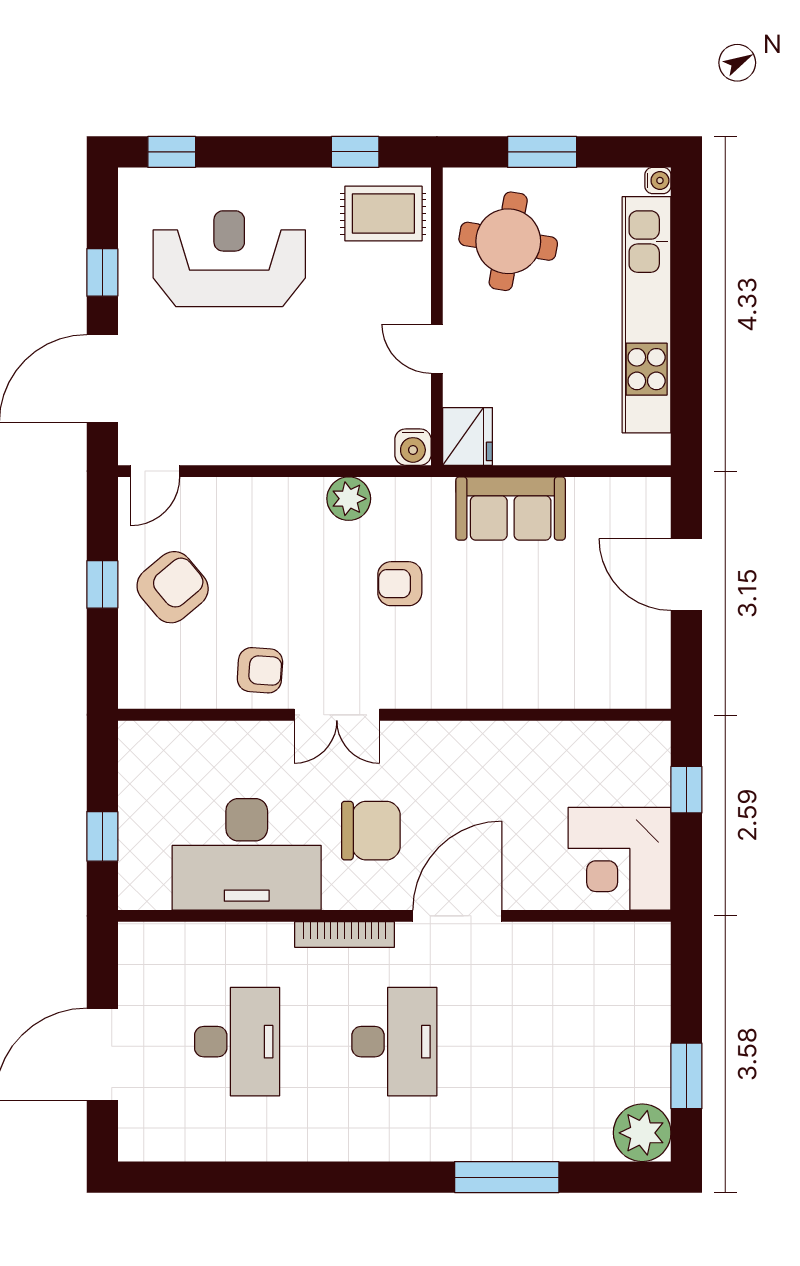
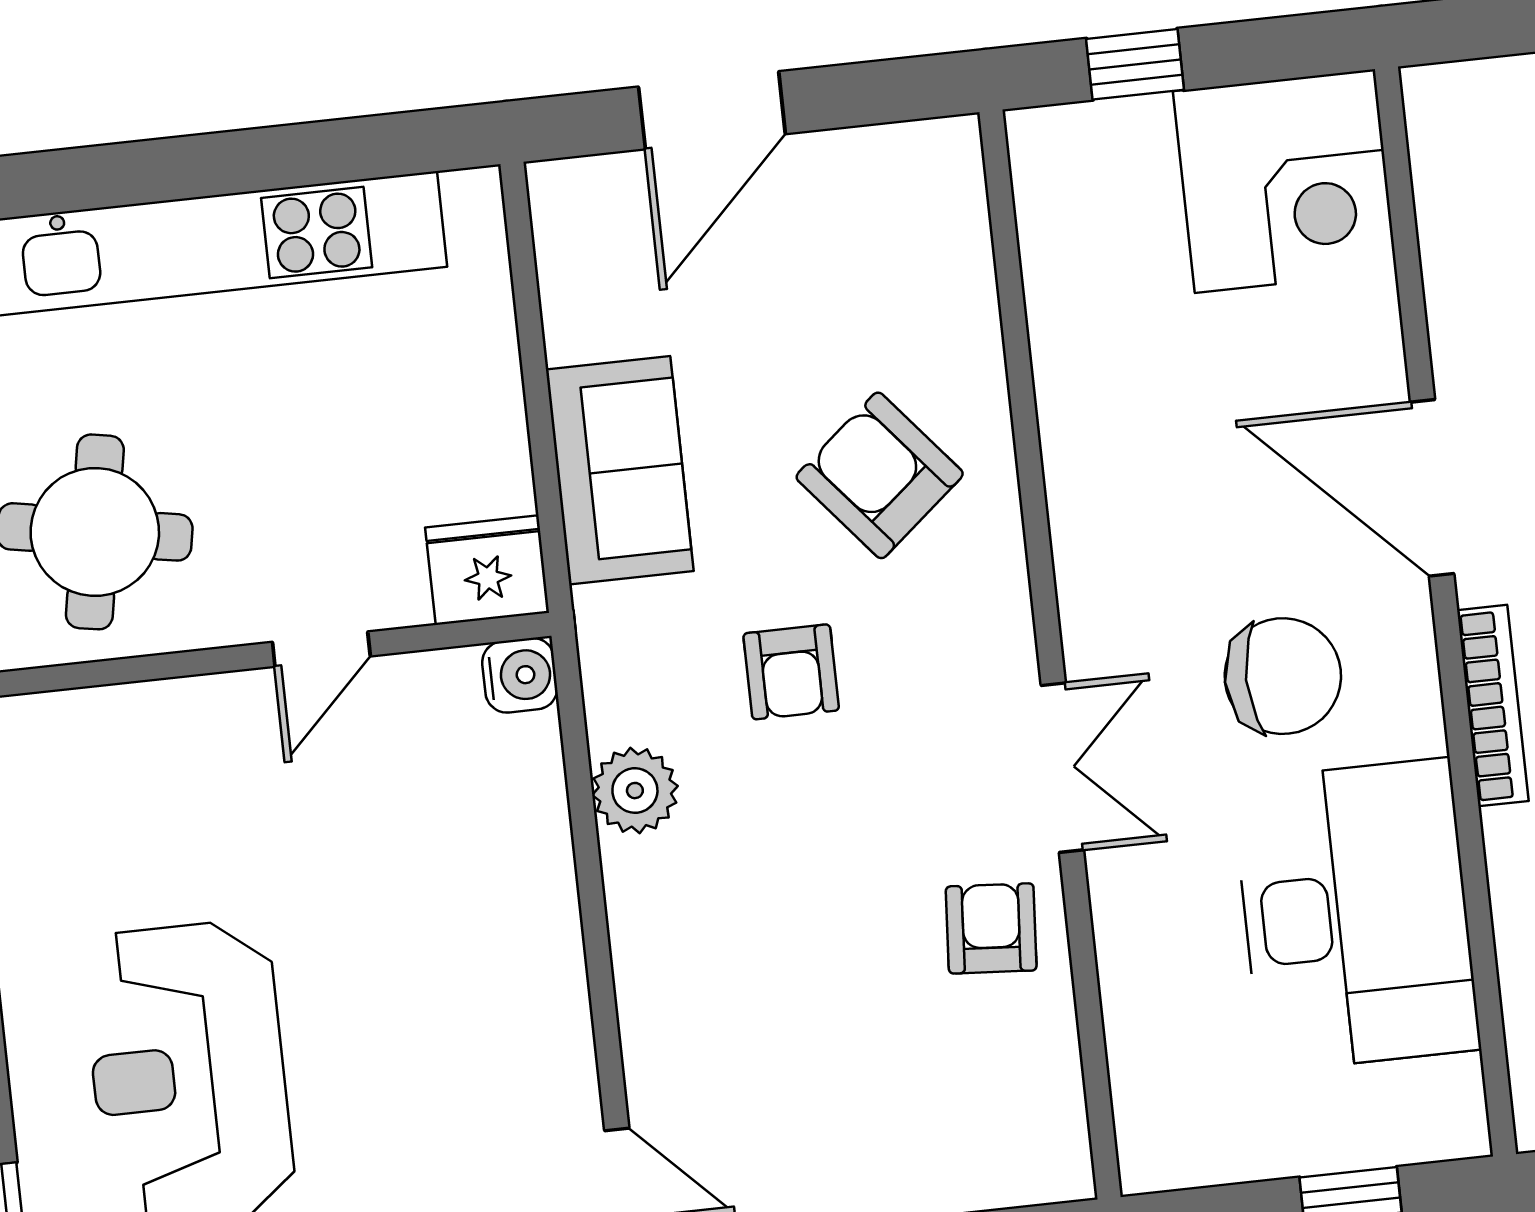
rug: (383, 214) -> (67, 783), removed
armchair: (173, 587) -> (880, 475), moved
chair: (371, 831) -> (1283, 676), turned 90

